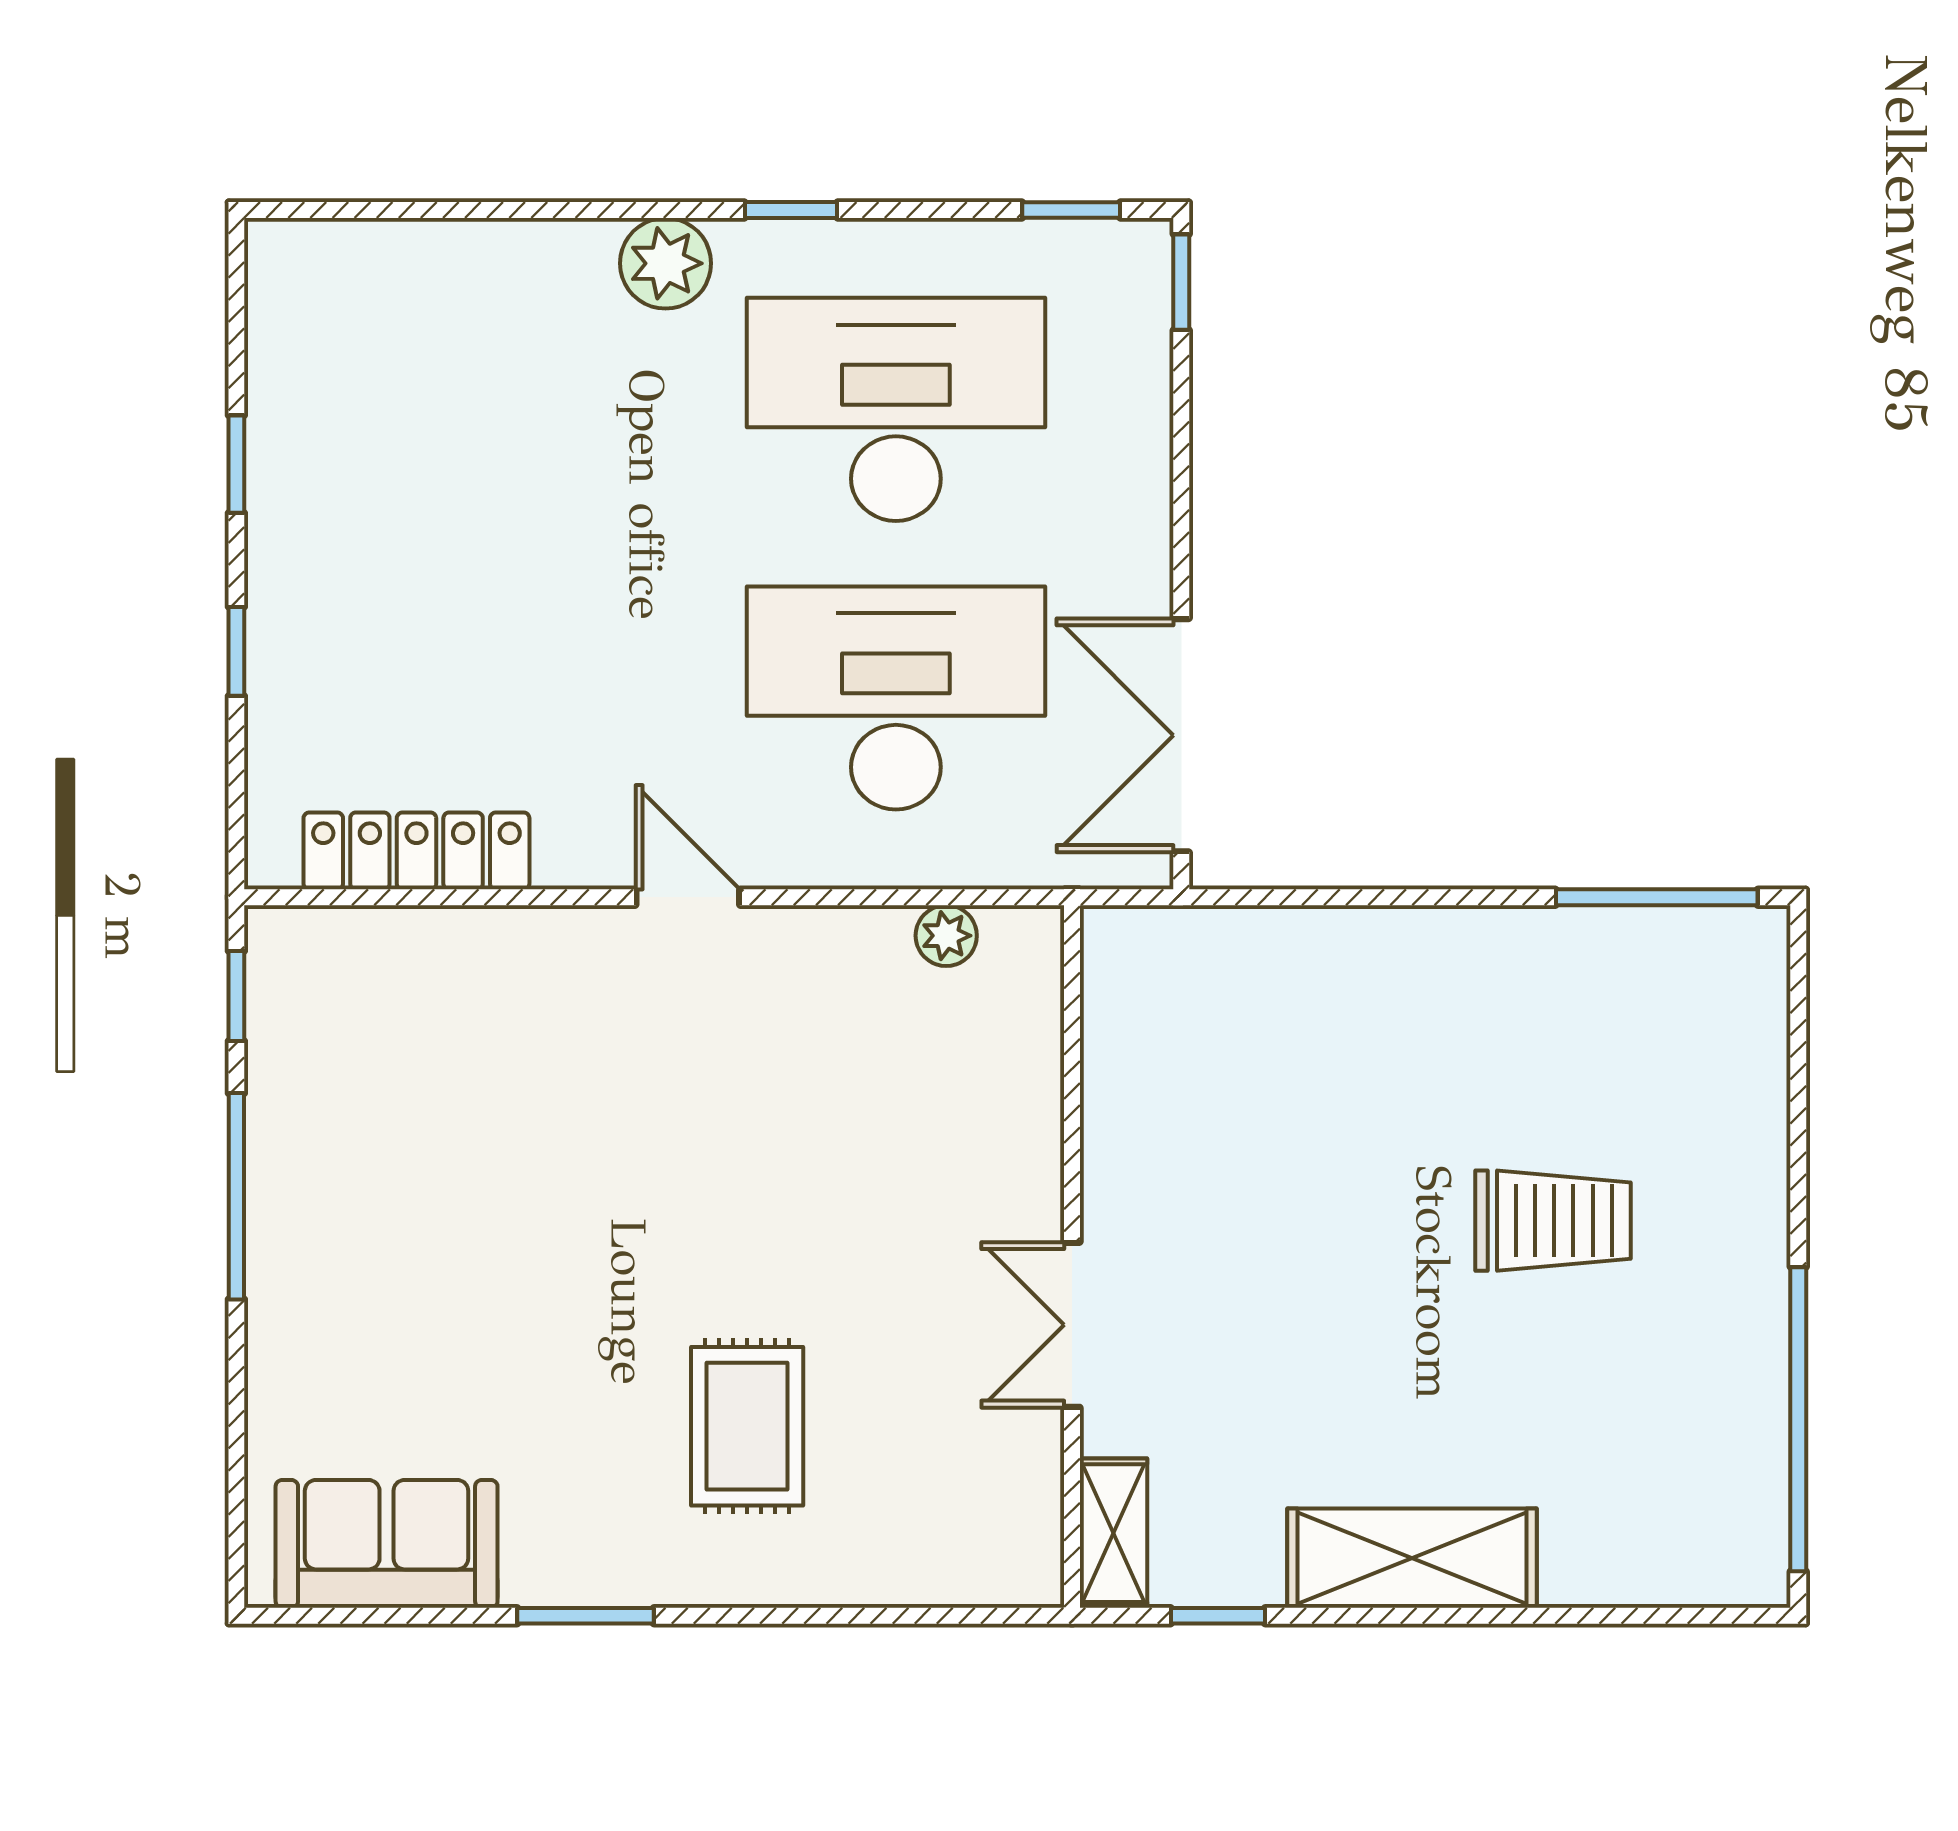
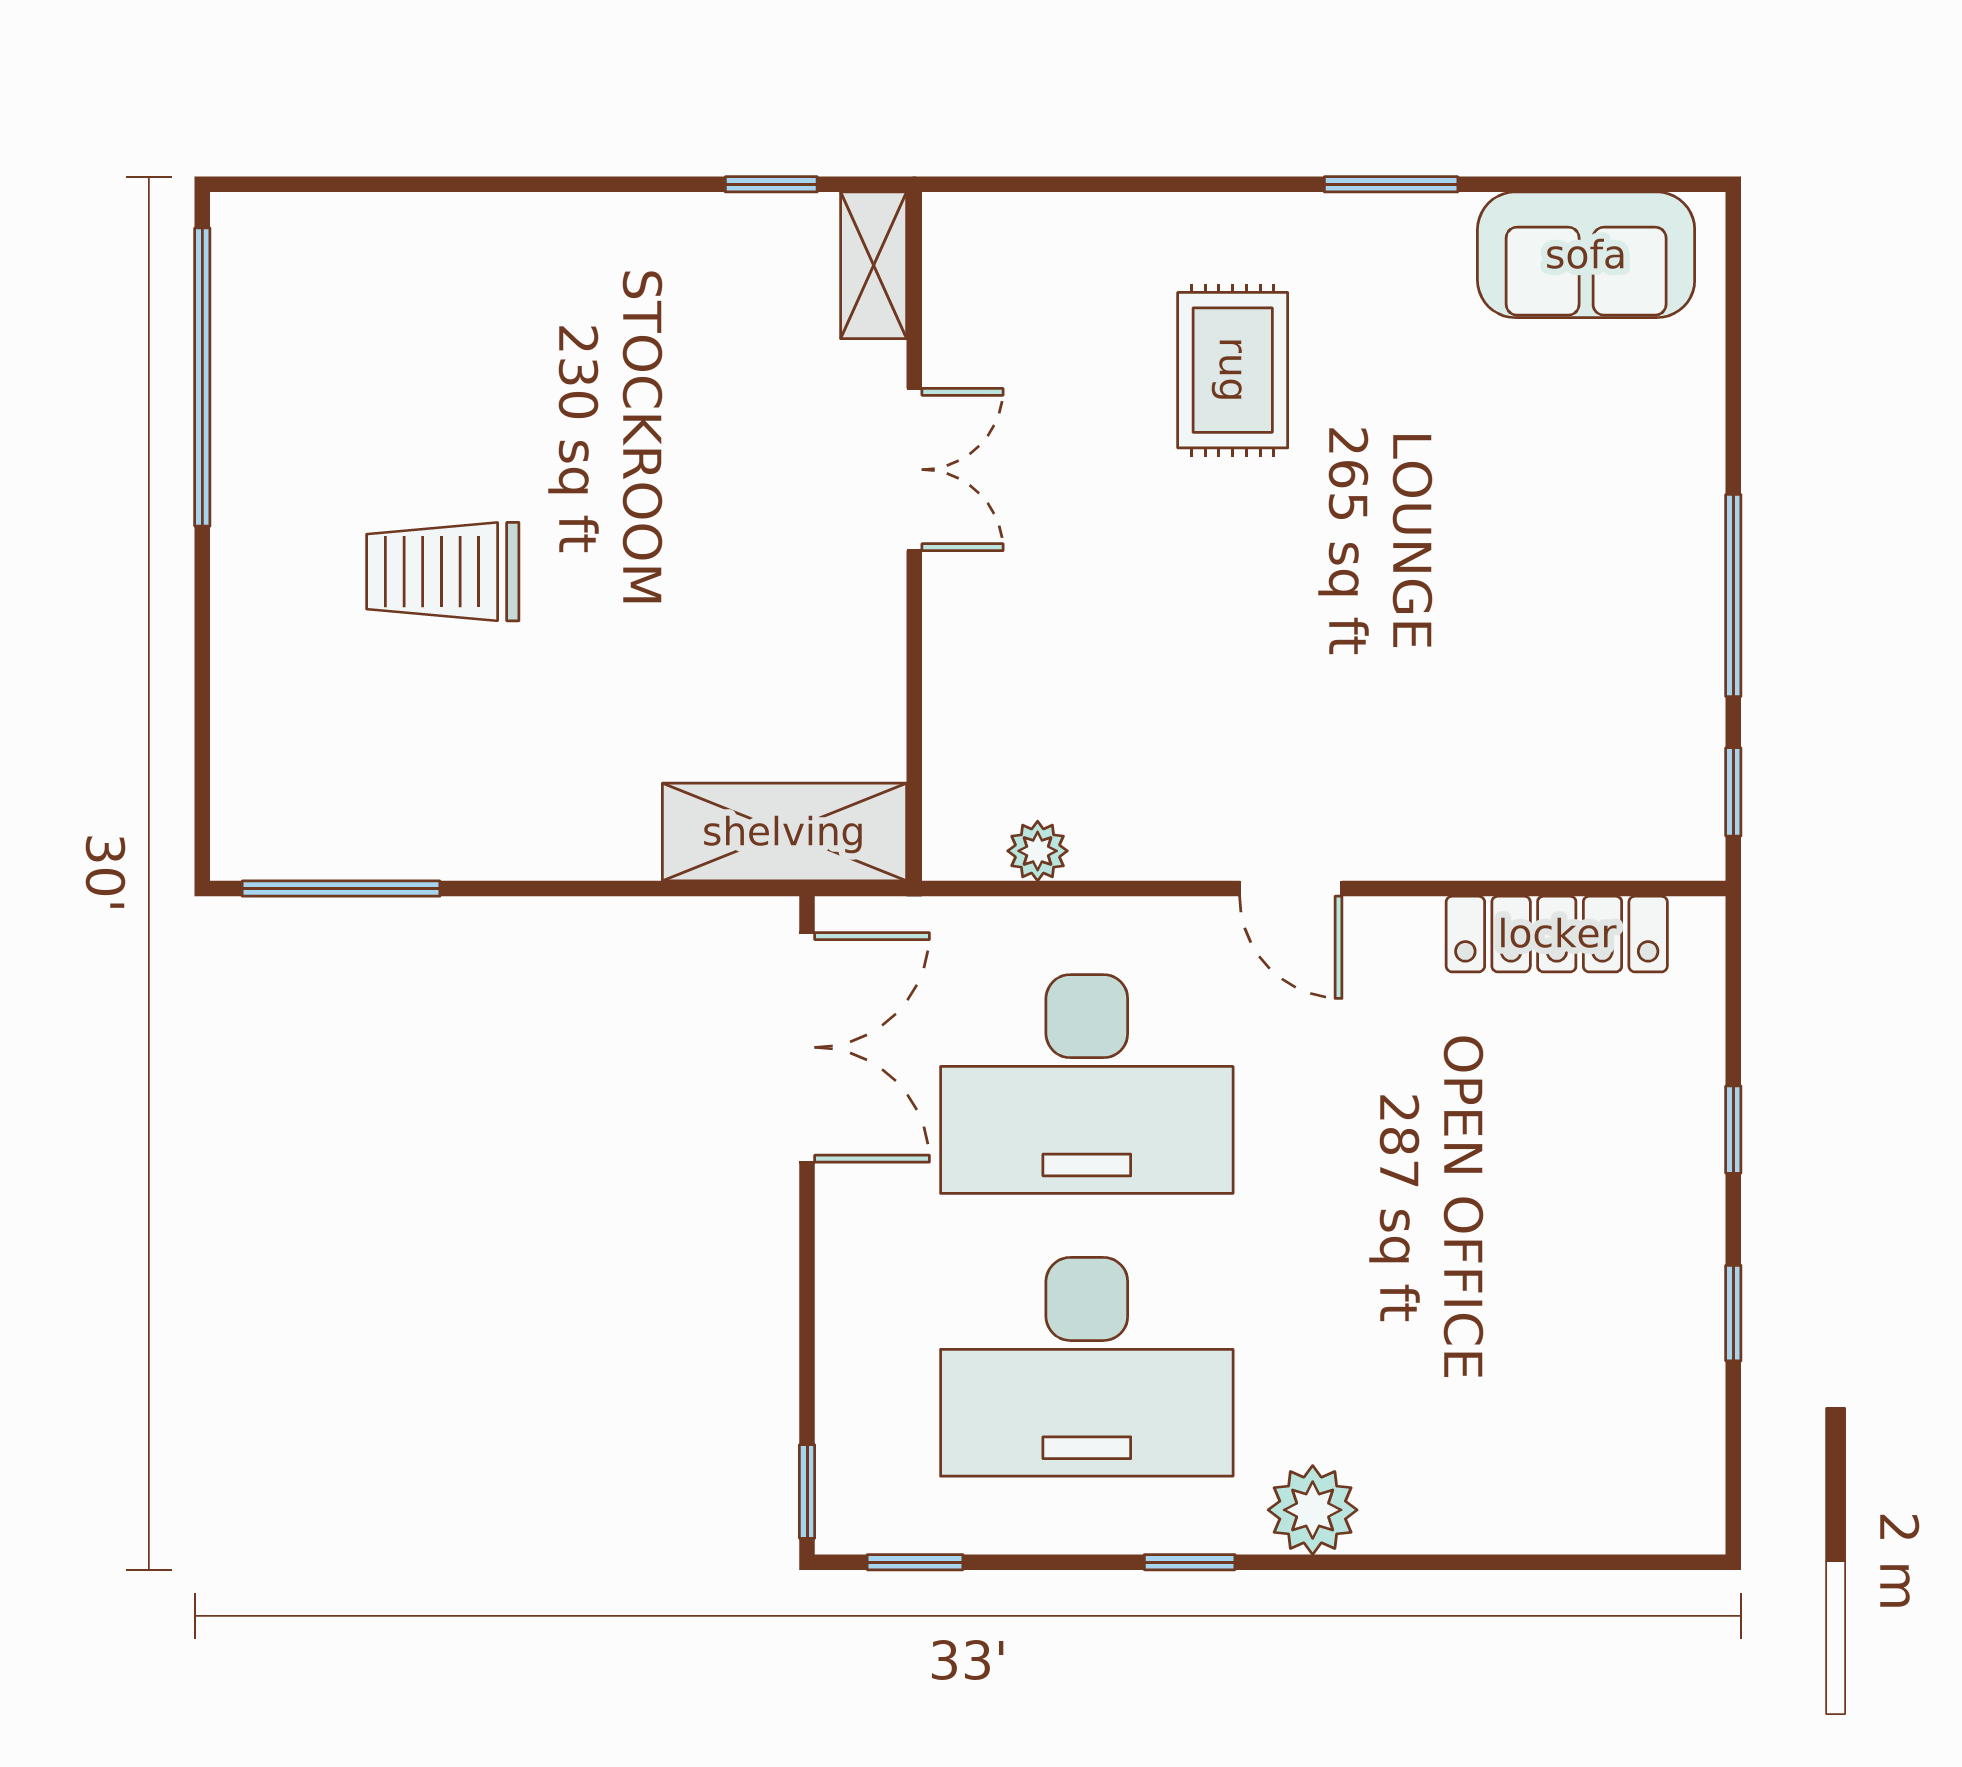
shelving: (1412, 1558) -> (784, 832), moved

